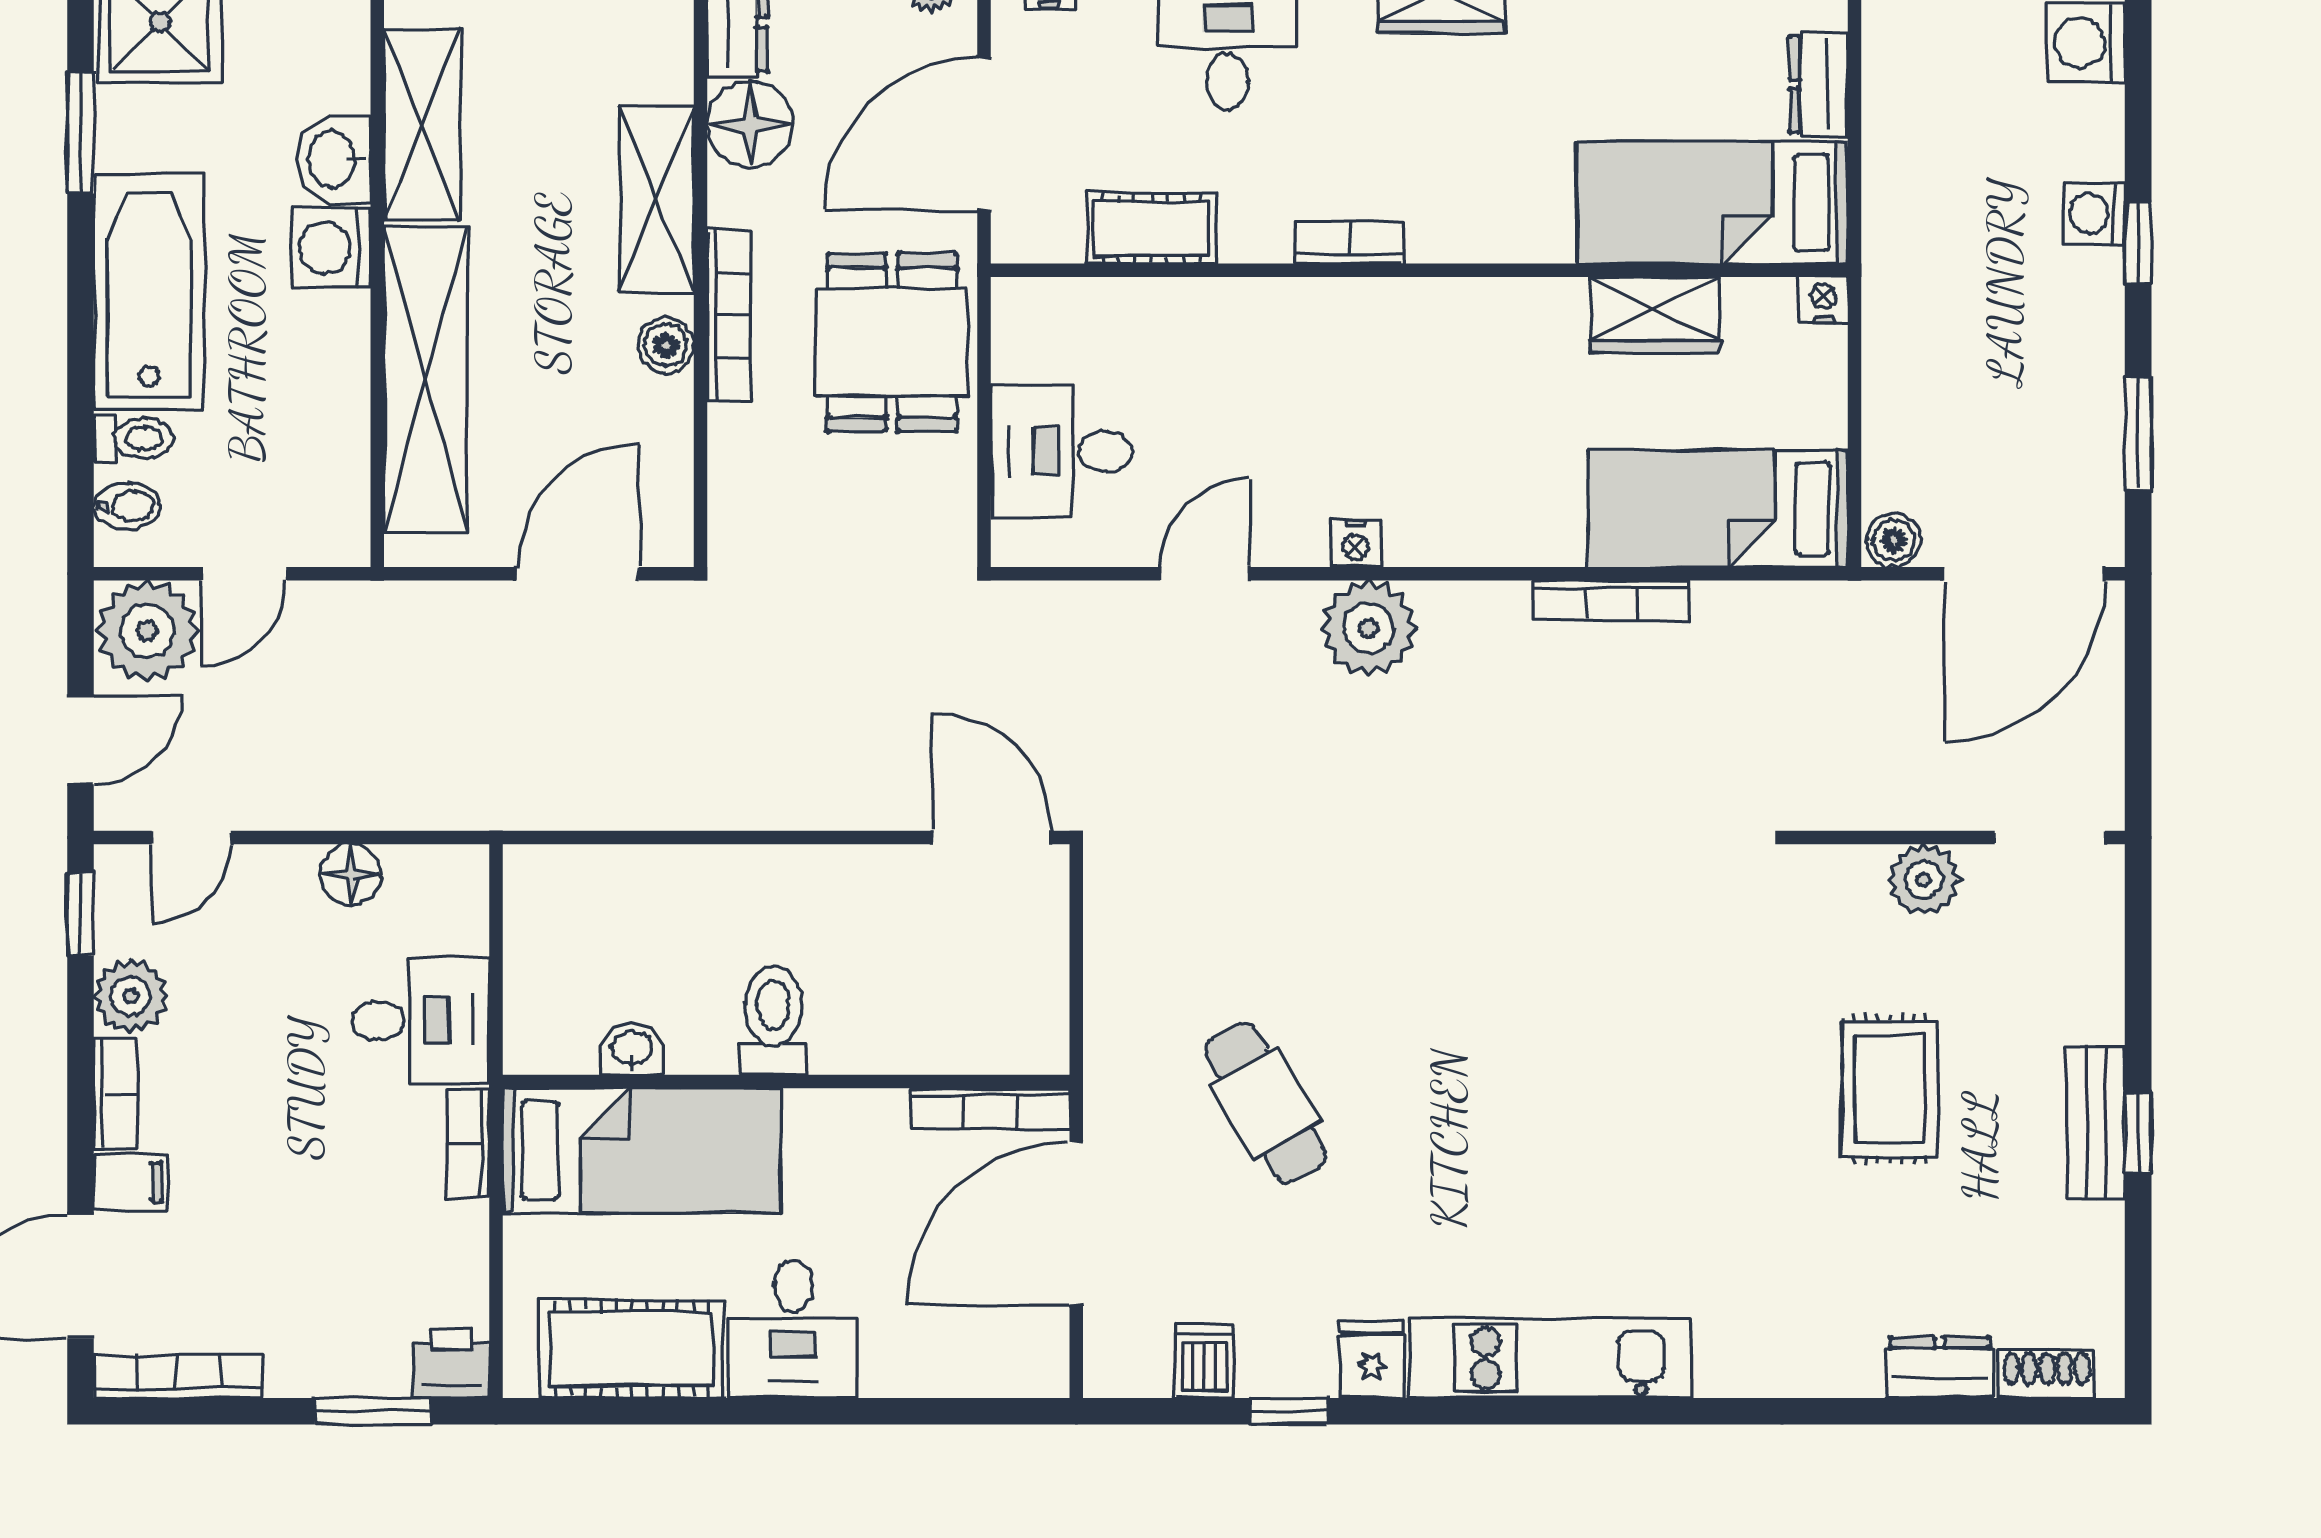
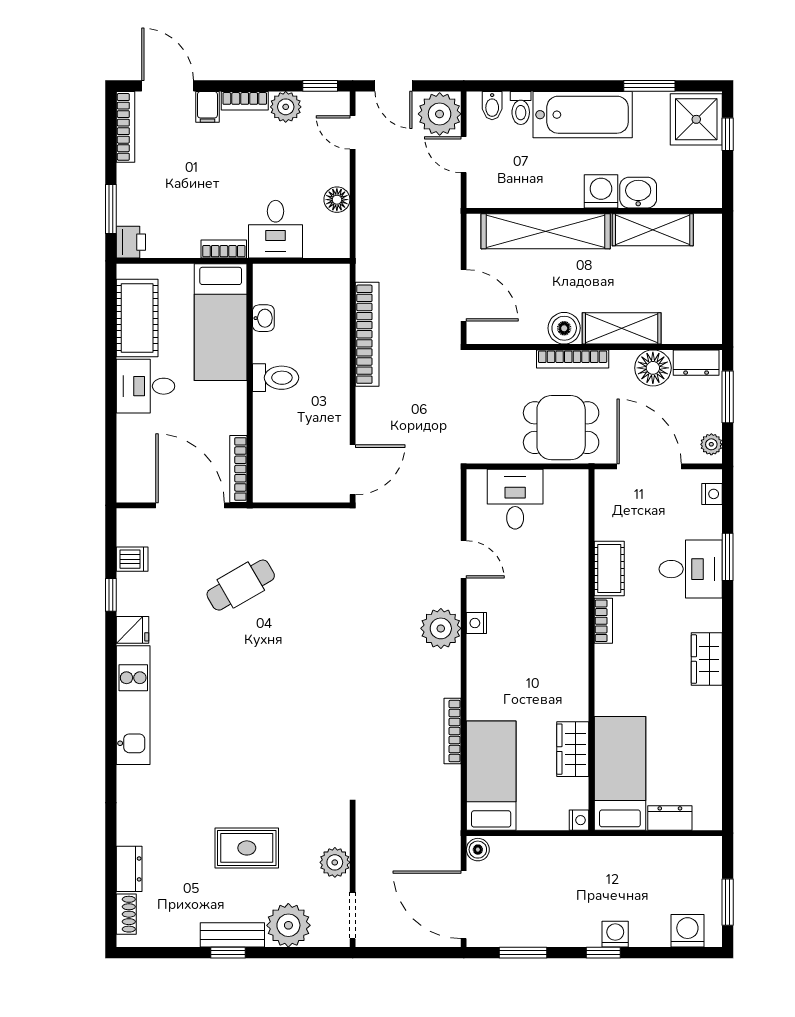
cot: (1151, 228) -> (609, 569), moved
boiler: (666, 345) -> (564, 328), width x1.36, depth x1.36
bookcase: (670, 803) -> (367, 334), added
plant: (2073, 990) -> (288, 925), added

